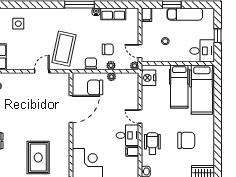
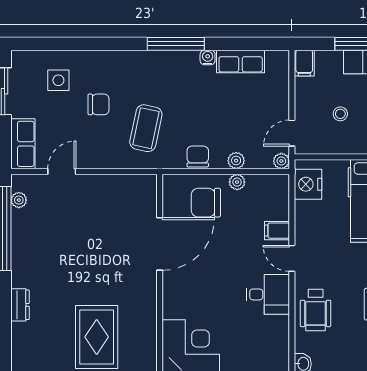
coffee table: (64, 49) -> (146, 128), width x0.73, depth x0.76
chair: (108, 49) -> (99, 104), moved
door: (140, 51) -> (292, 133), hinge flipped
door: (42, 71) -> (62, 172), moved
wheelchair: (152, 143) -> (316, 310), turned 180
filing cabinet: (132, 151) -> (277, 231), moved

